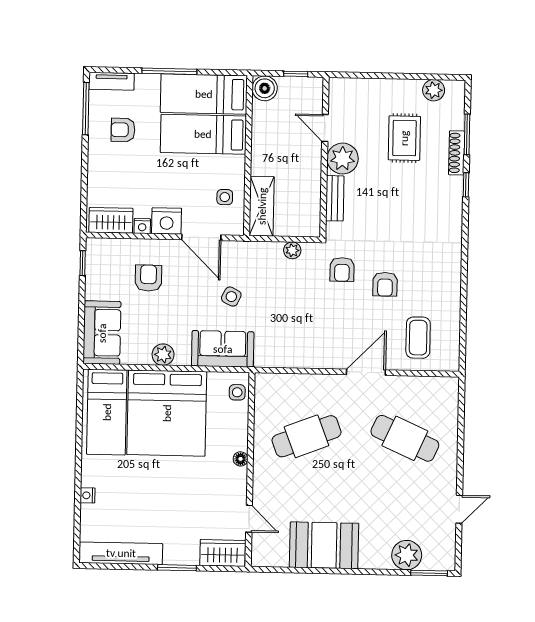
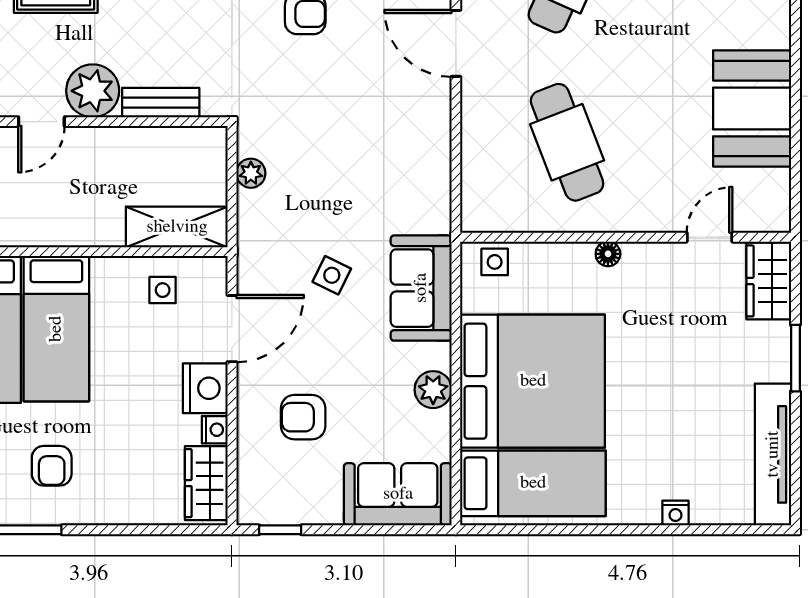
armchair: (342, 269) -> (282, 88), removed

